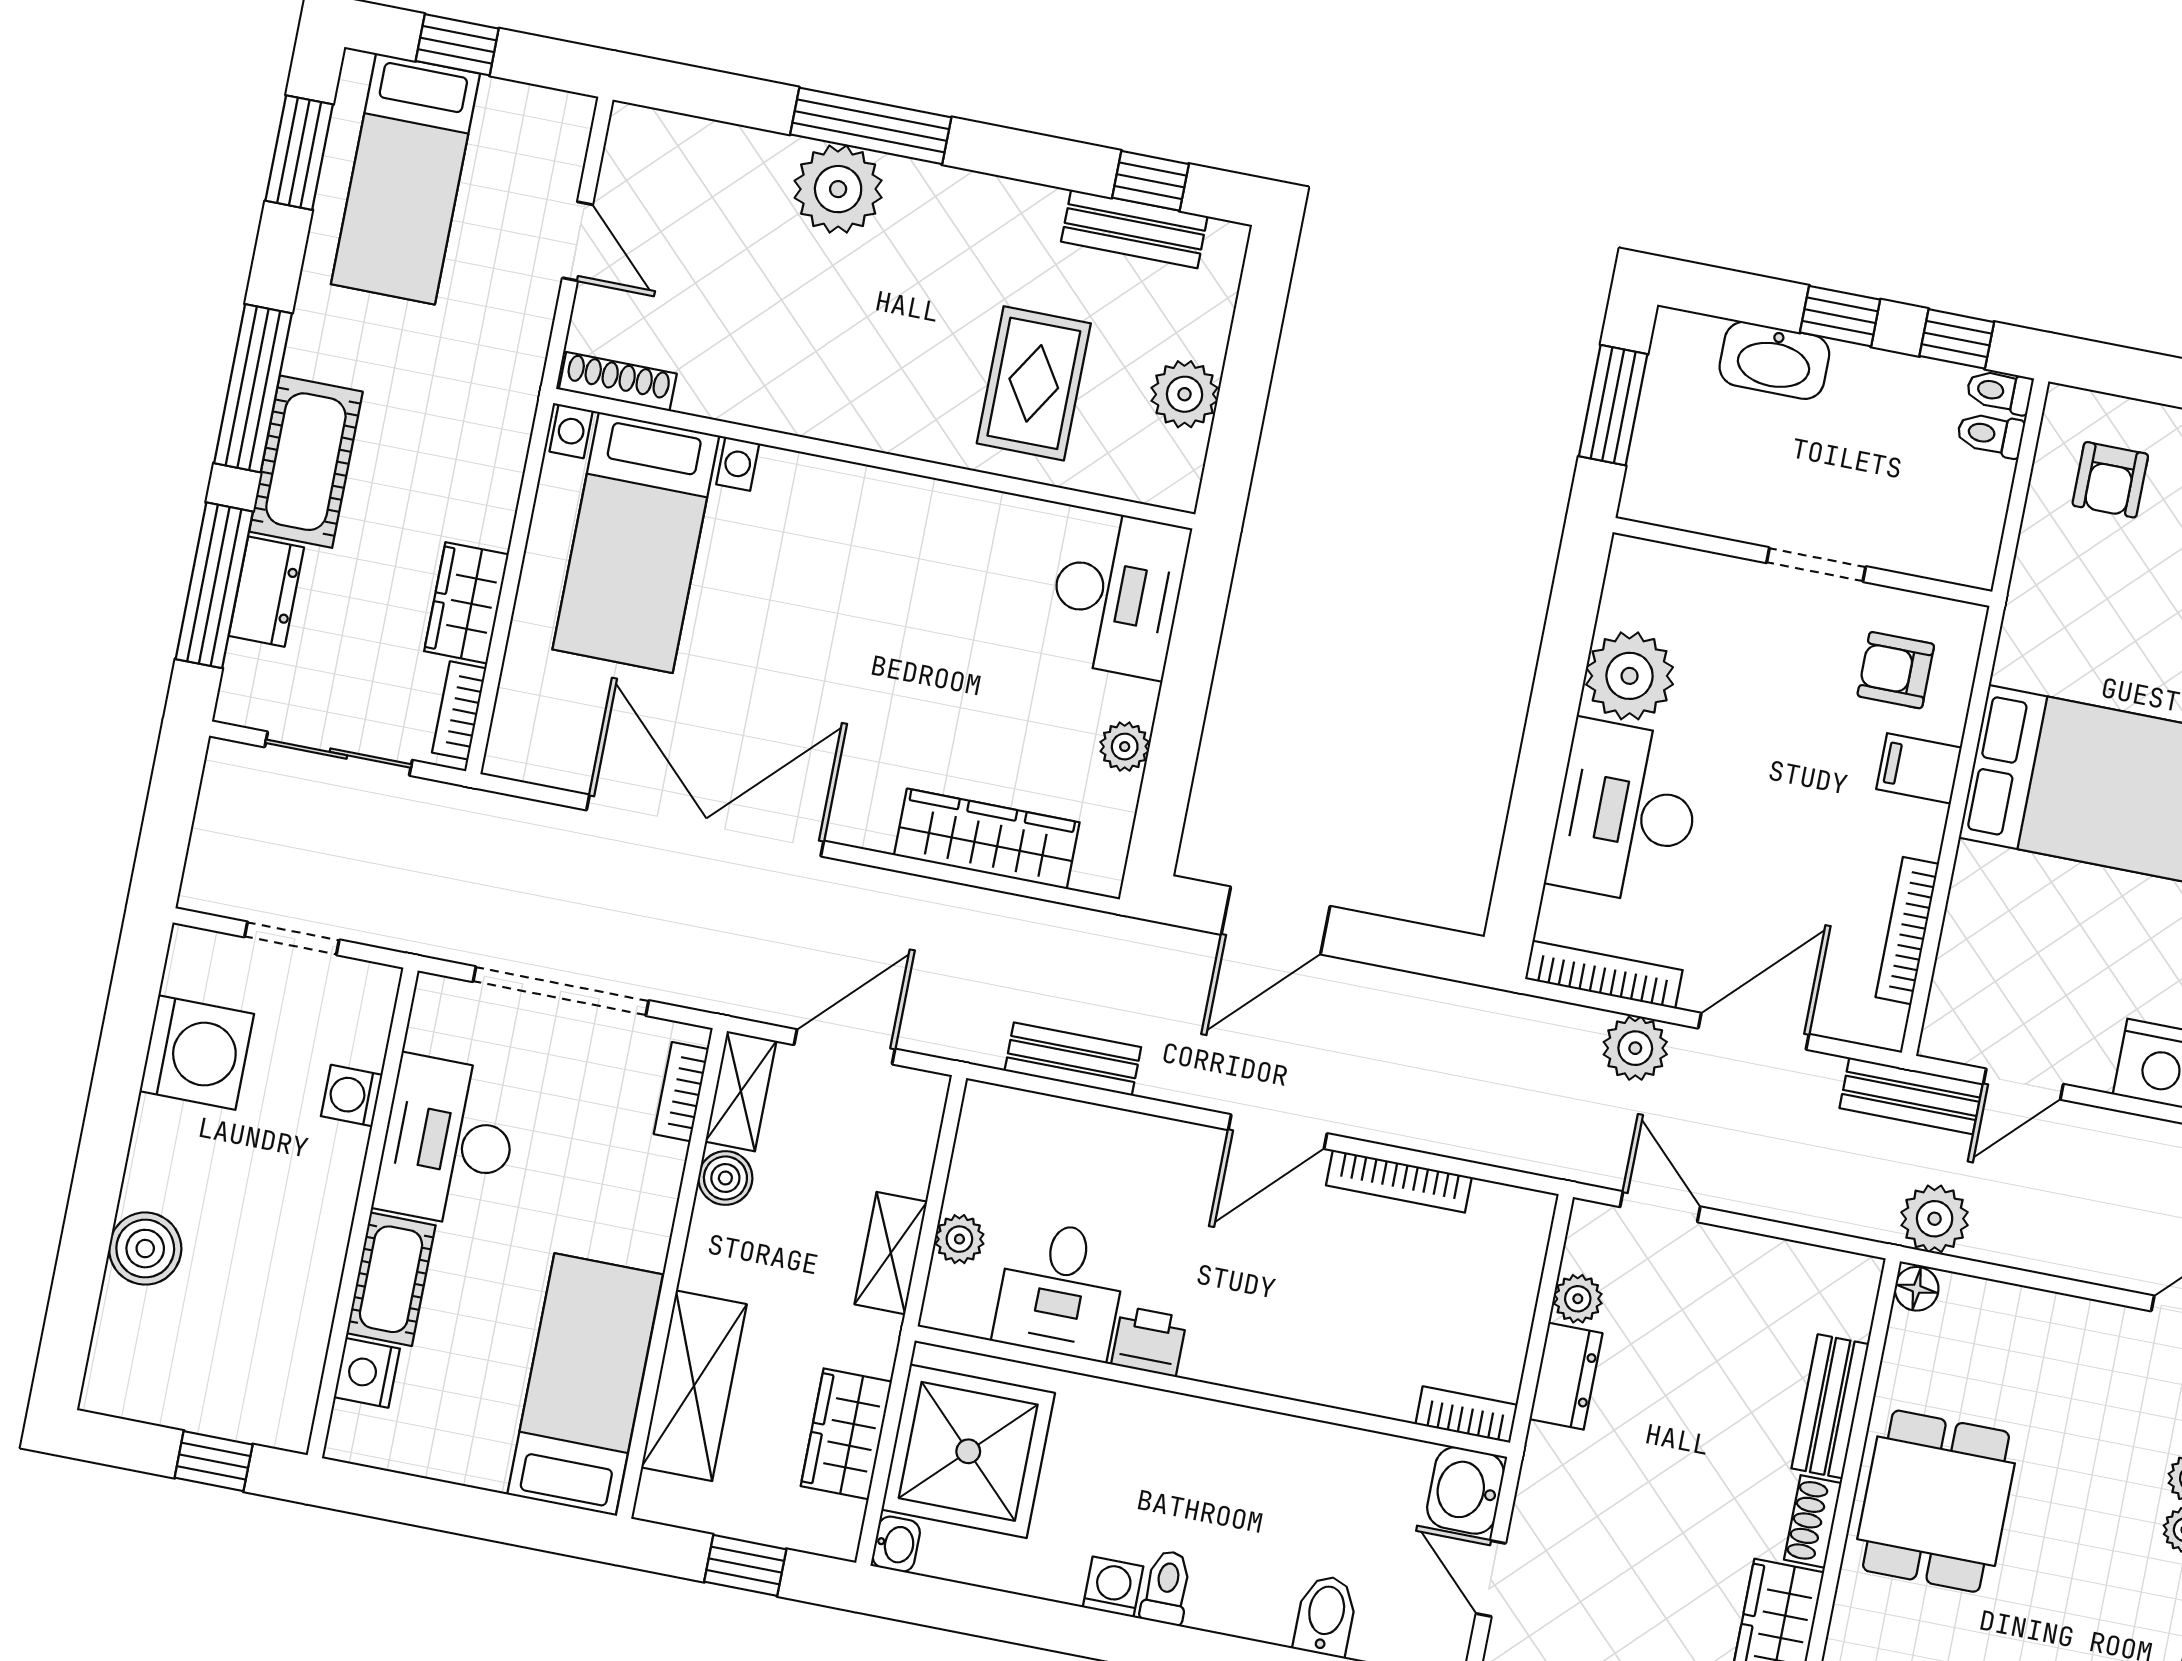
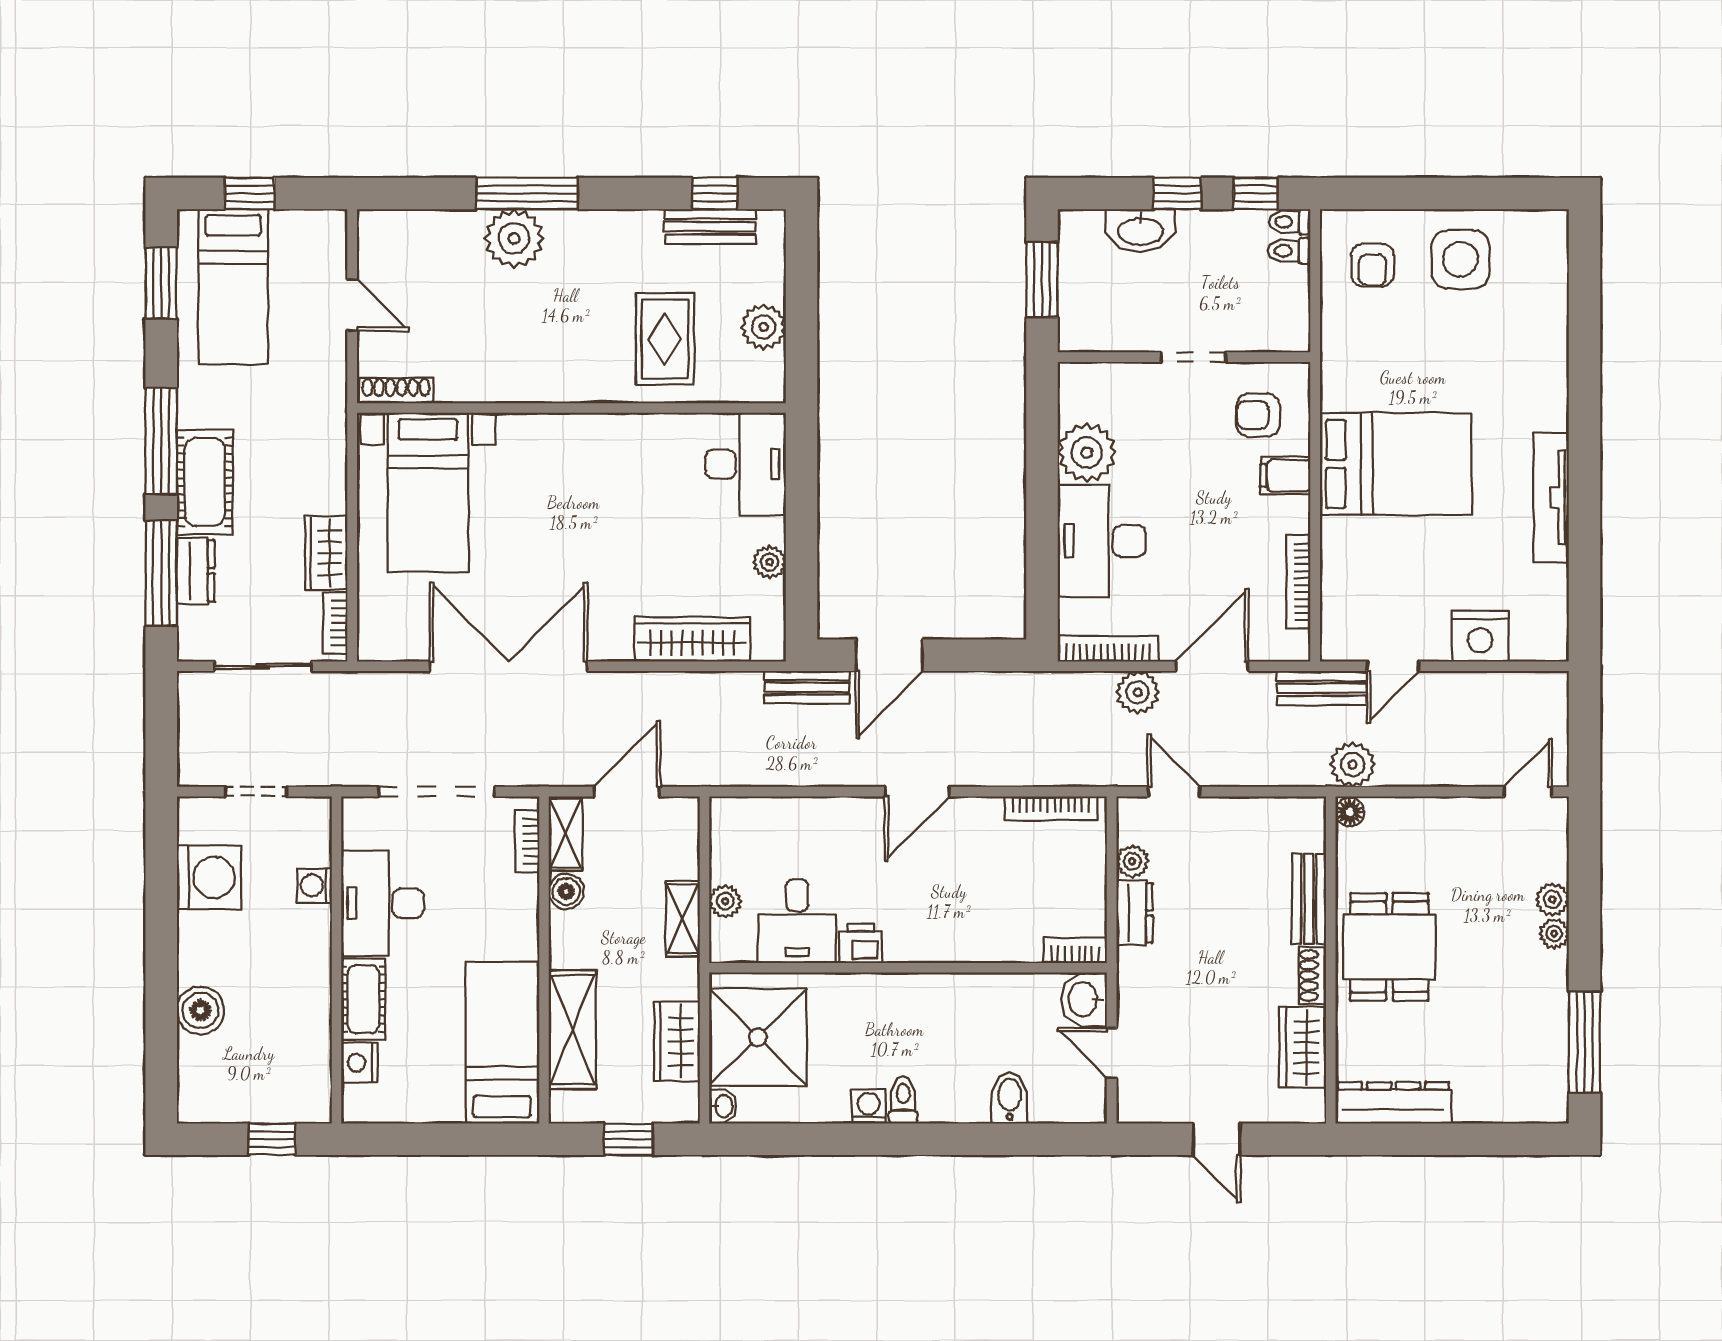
bench: (1073, 1059) -> (807, 687), moved
bookcase: (1399, 1181) -> (1051, 808), moved

